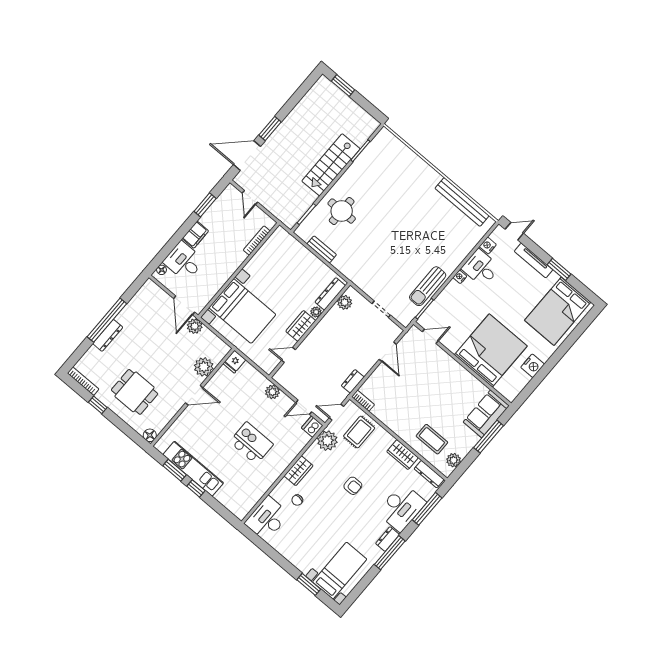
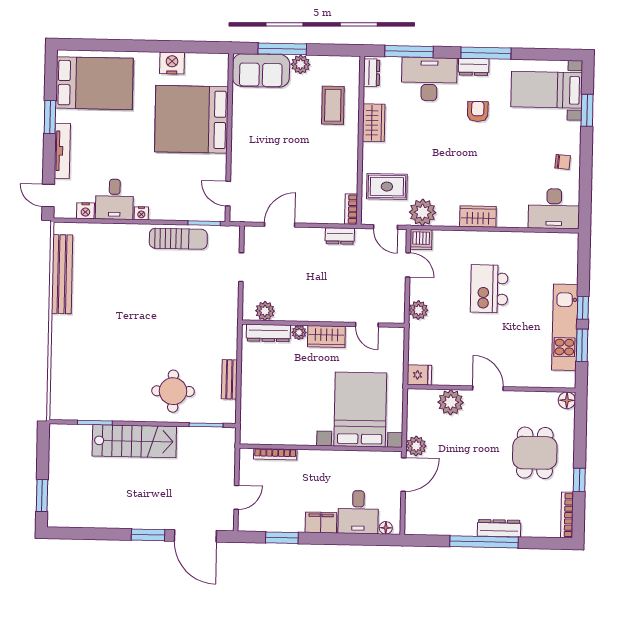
plant: (454, 460) -> (301, 64), moved
dresser: (429, 474) -> (372, 73), width x0.70
armchair: (353, 486) -> (478, 111), moved
chair: (297, 500) -> (563, 162), moved

